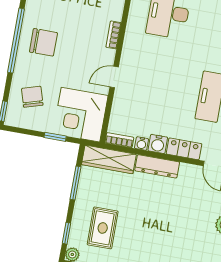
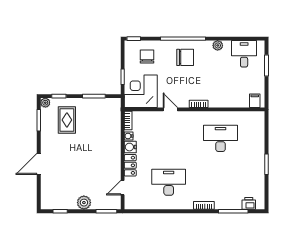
chair: (43, 42) -> (185, 57), turned -90
chair: (32, 97) -> (147, 56), turned -73
wardrobe: (109, 159) -> (114, 116), removed
dresser: (157, 166) -> (115, 149), removed
rug: (103, 228) -> (67, 120), turned 90

